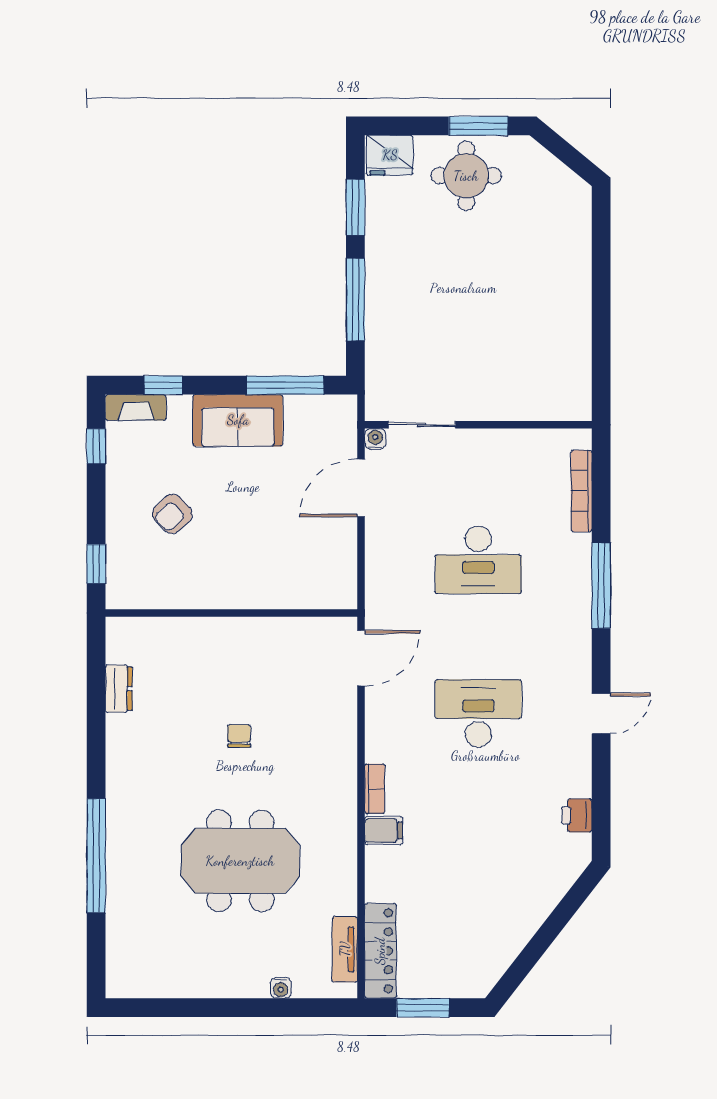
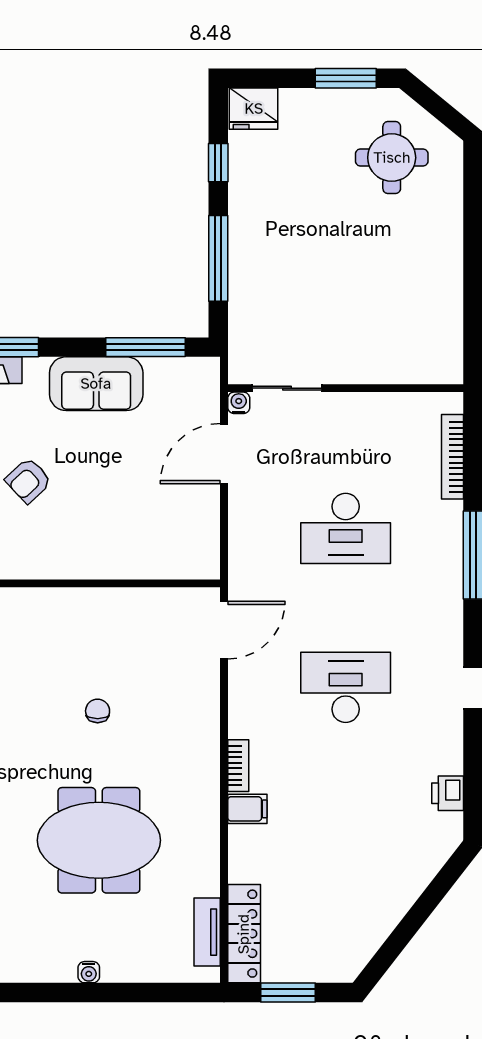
round table: (466, 176) -> (392, 158), moved
window: (355, 207) -> (218, 163), width x0.67
water cooler: (281, 988) -> (89, 972), moved

